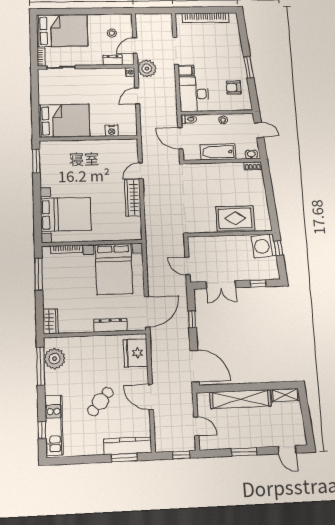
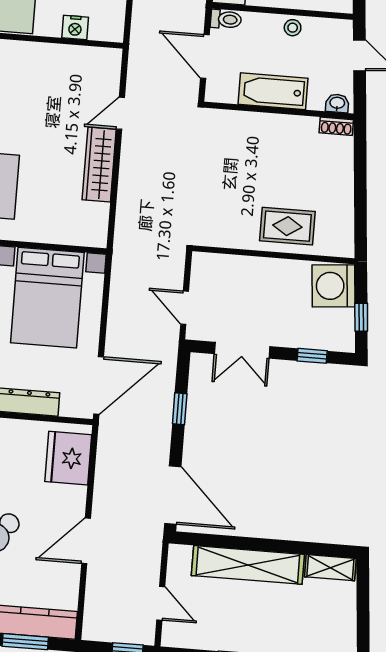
rug: (235, 218) -> (287, 226), width x0.73, depth x0.70
window: (278, 248) -> (361, 317), moved
door: (151, 397) -> (86, 541), hinge flipped

